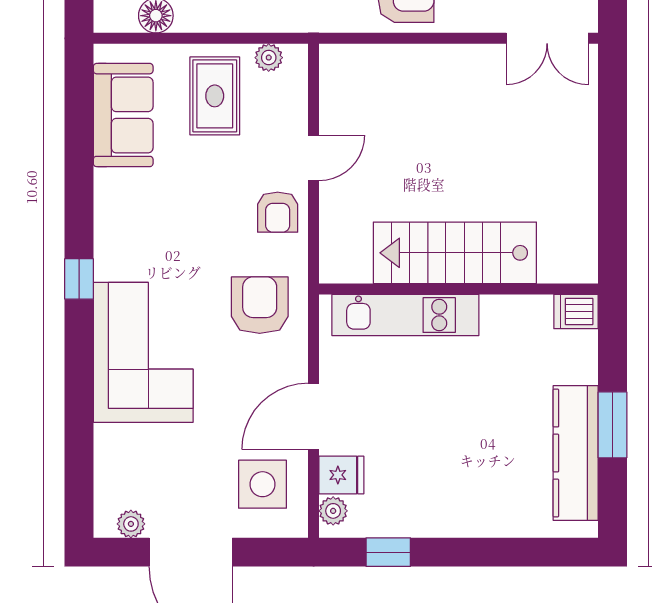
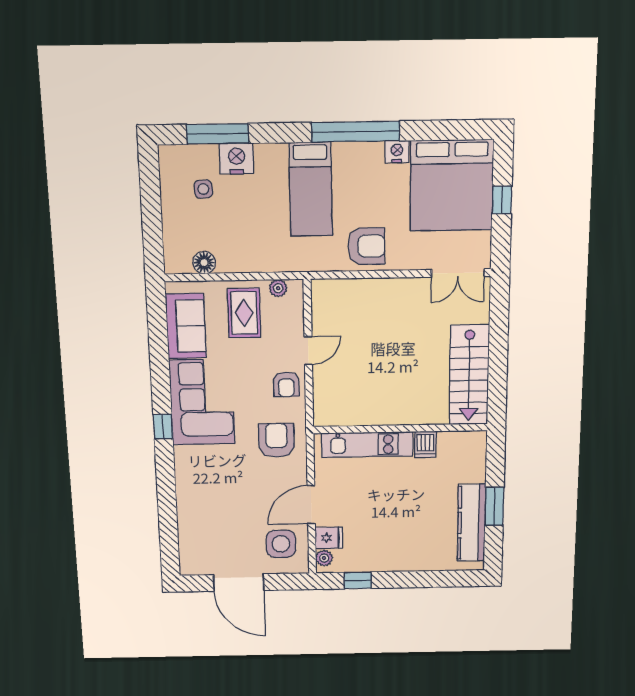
stairs: (455, 253) -> (469, 375), moved, turned -90
dishwasher: (576, 312) -> (425, 444), moved, turned -90
corner sofa: (143, 352) -> (202, 402), moved
plant: (131, 524) -> (202, 568), removed

